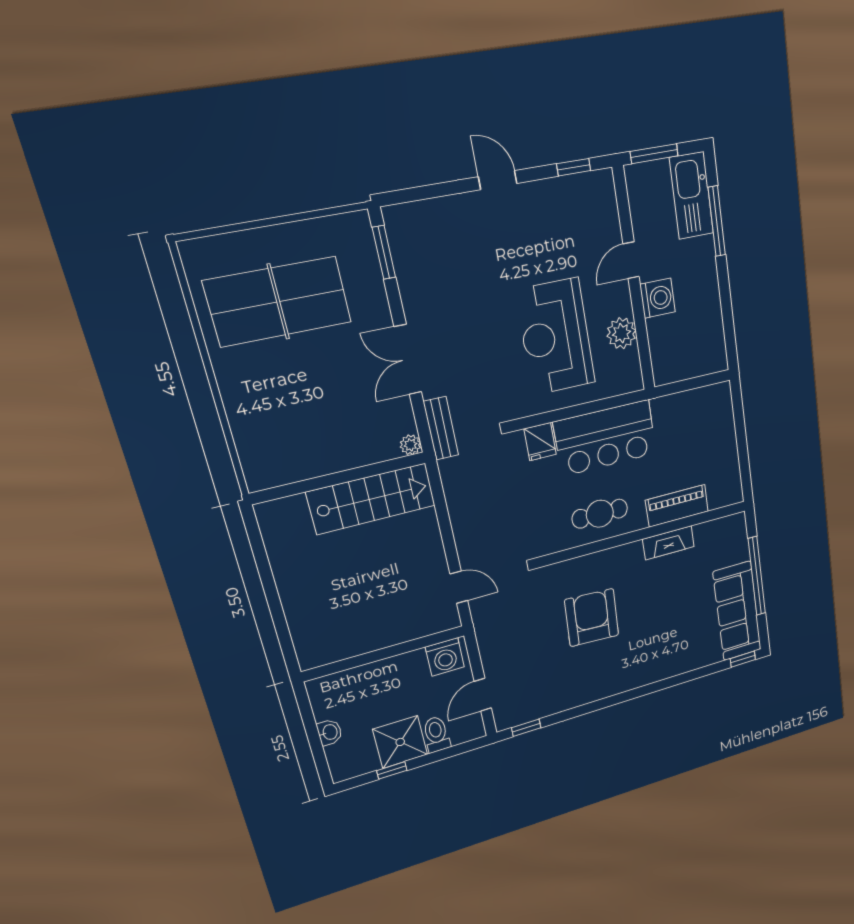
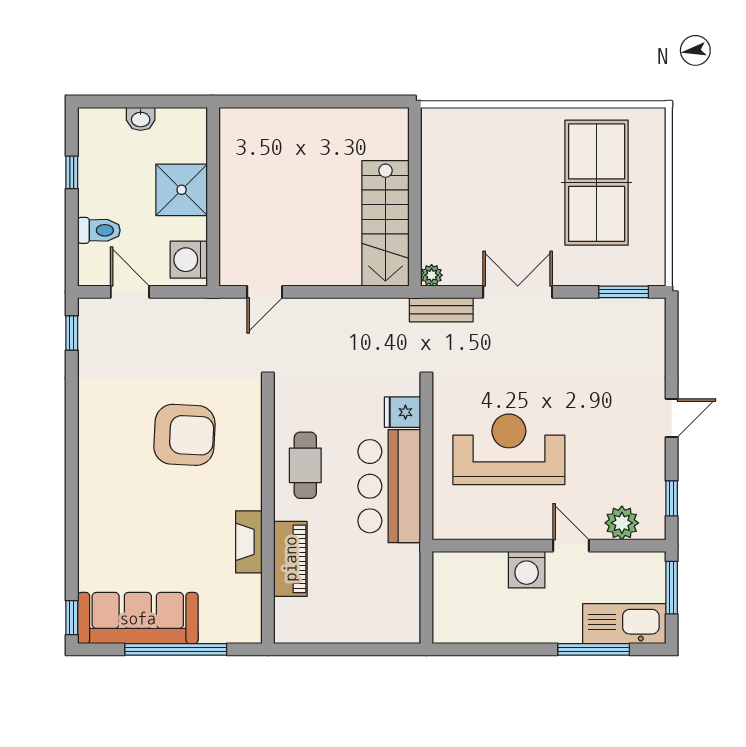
plant: (621, 333) -> (622, 523), moved
shower: (400, 742) -> (182, 190), moved

